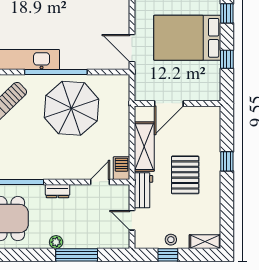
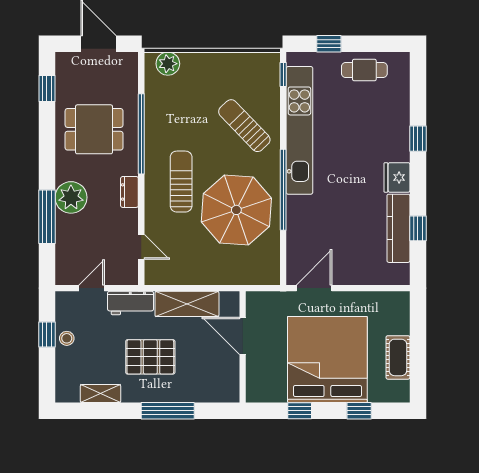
bed: (187, 38) -> (327, 359), width x1.36
sun lounger: (49, 151) -> (181, 182), added
window: (227, 161) -> (168, 411), width x2.17
barbecue: (121, 168) -> (159, 275), removed
plant: (56, 242) -> (71, 197), width x1.88, depth x1.88
shelving: (205, 242) -> (101, 394), moved, turned 90

